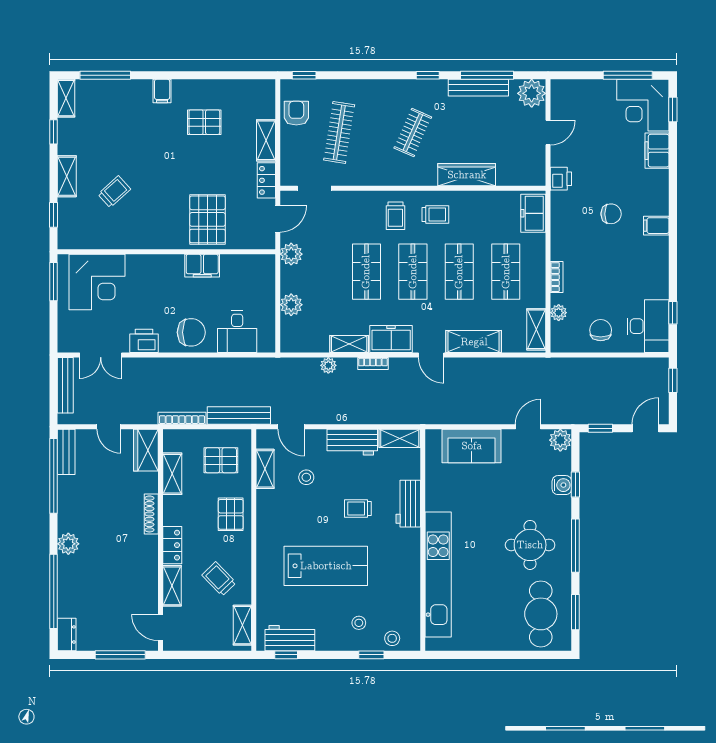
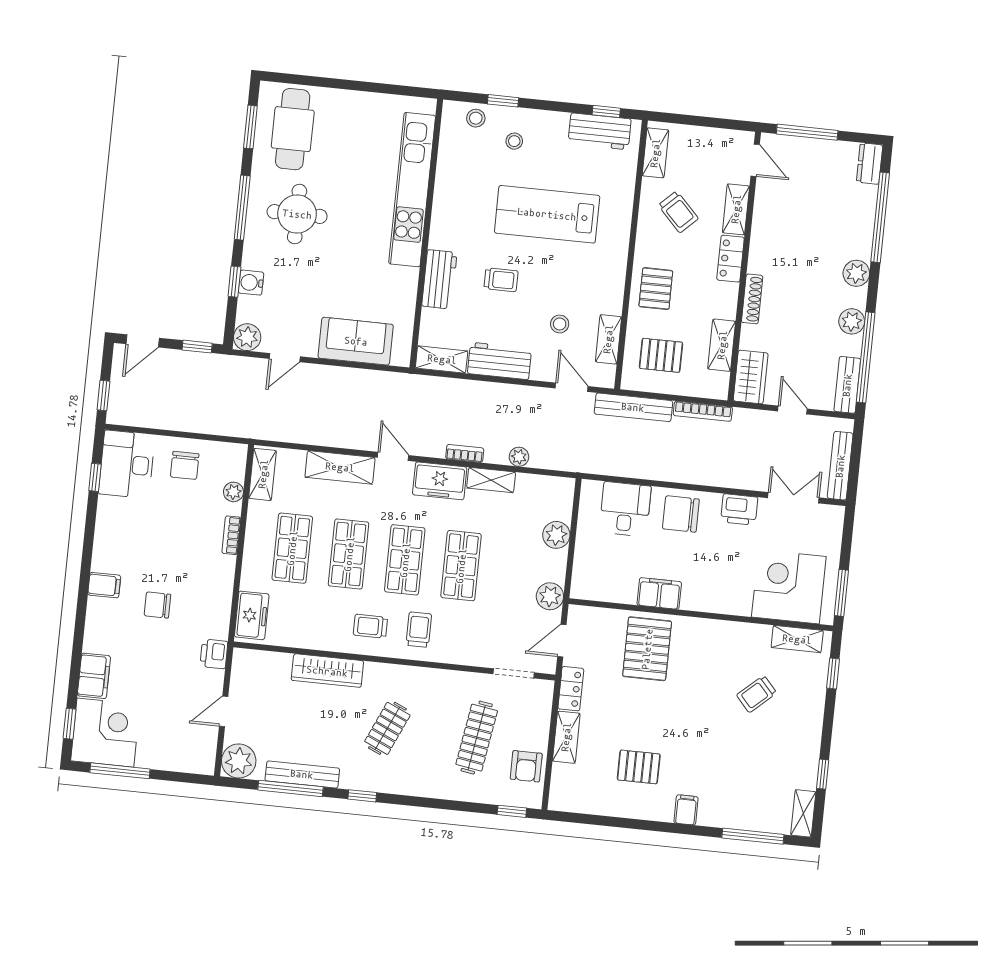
shelving: (67, 176) -> (797, 639), moved, turned 90
plant: (68, 504) -> (852, 321), added

